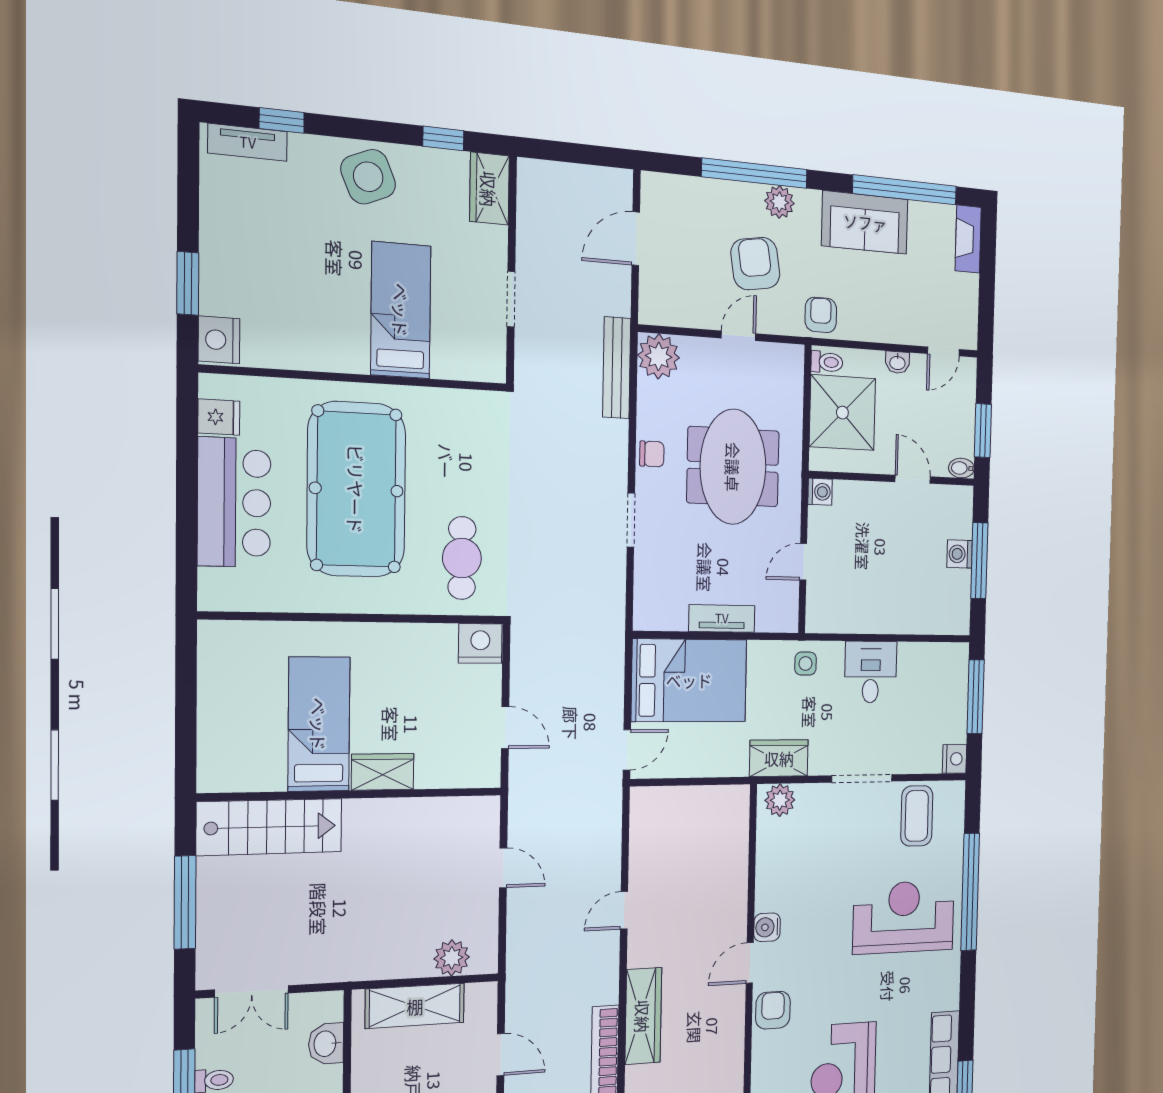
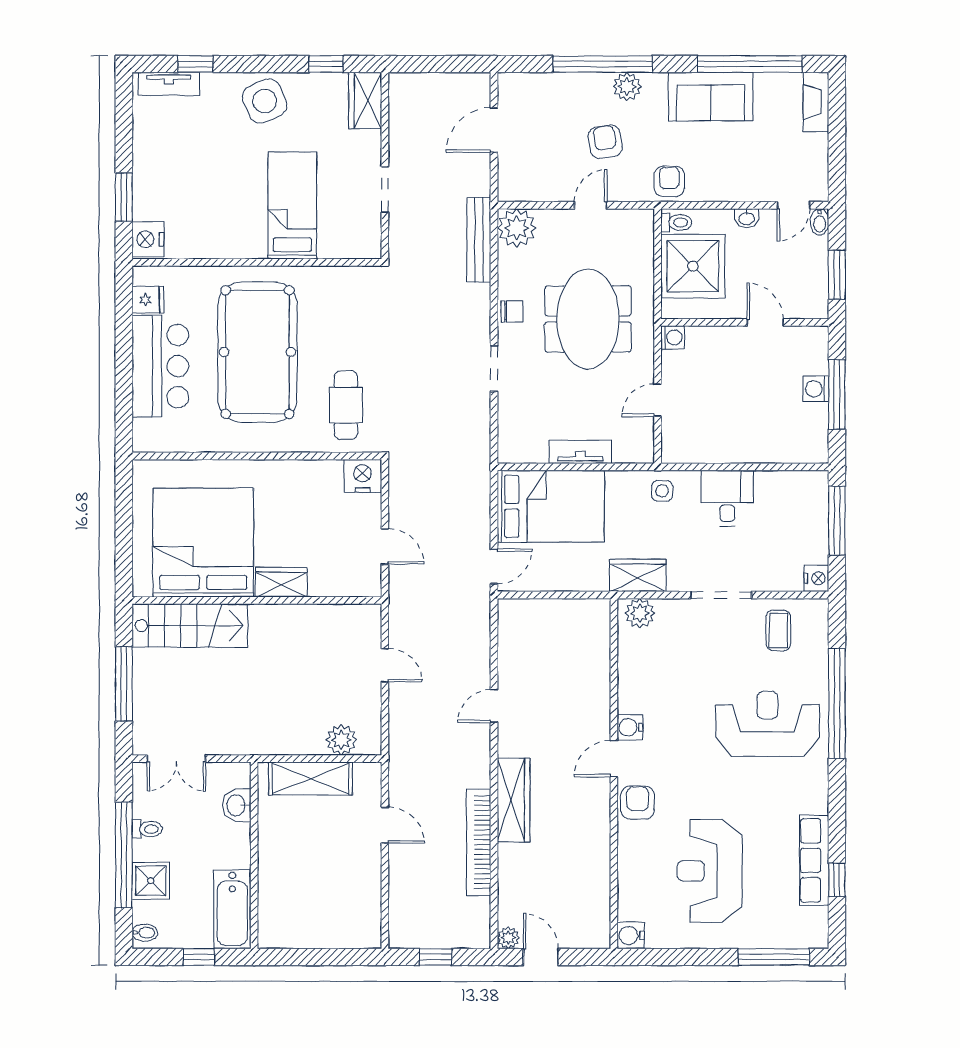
armchair: (755, 264) -> (605, 142), width x0.72, depth x0.72
bidet: (961, 468) -> (820, 222), moved, turned -90
bed: (319, 724) -> (203, 543), width x2.04
coffee table: (917, 816) -> (778, 631), width x0.73, depth x0.77

